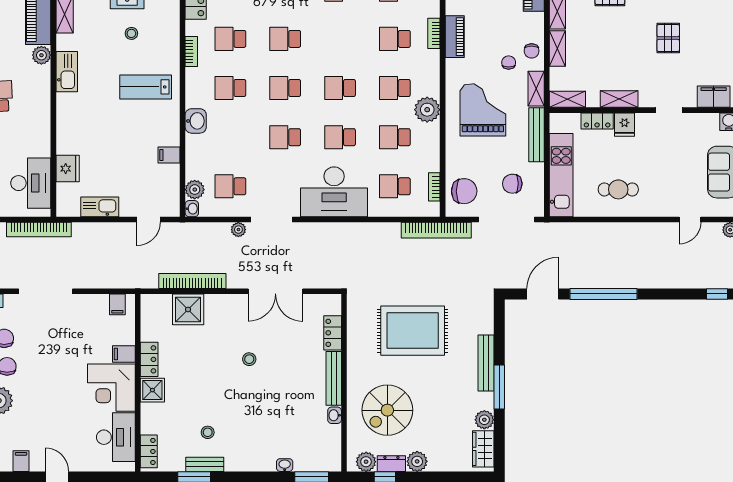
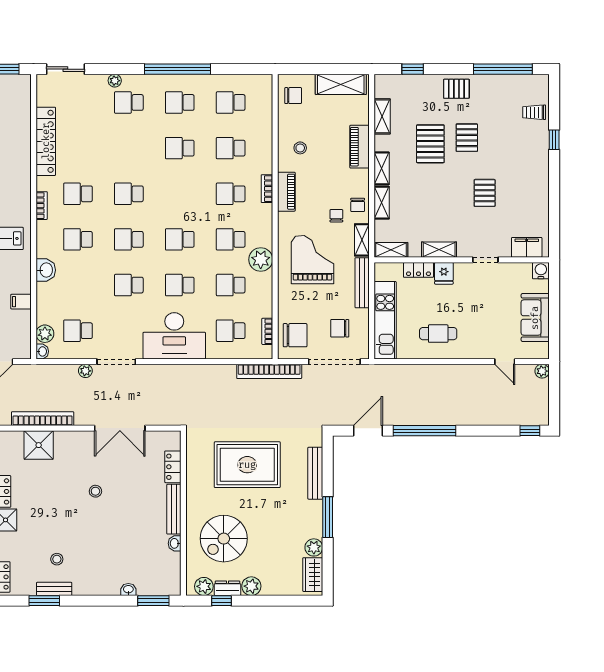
door: (690, 220) -> (505, 362), hinge flipped
bench: (486, 363) -> (315, 473), moved

